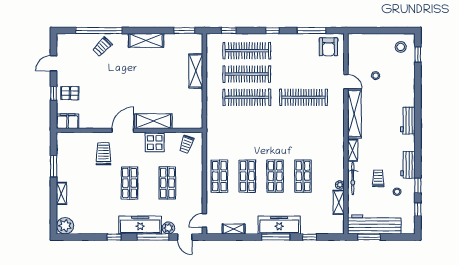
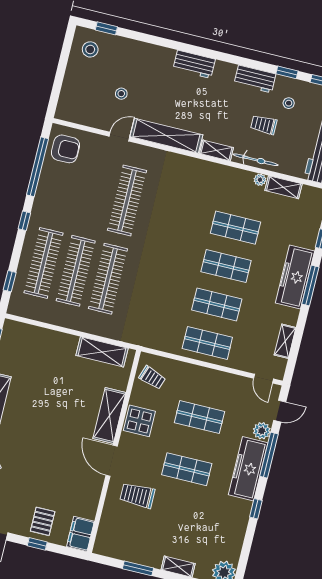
window: (312, 31) -> (38, 167), width x1.46
shelving: (196, 71) -> (102, 352), moved

